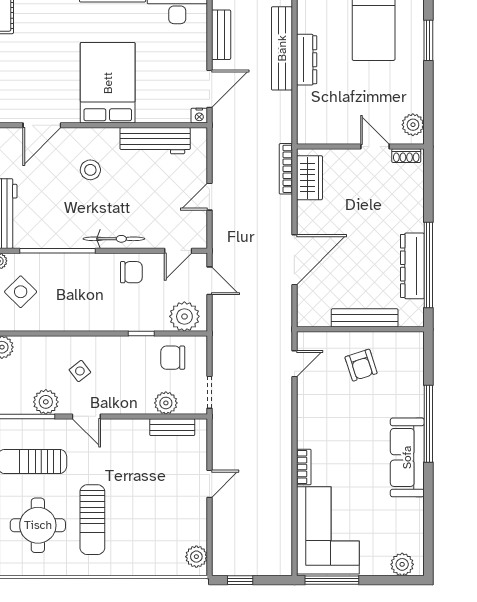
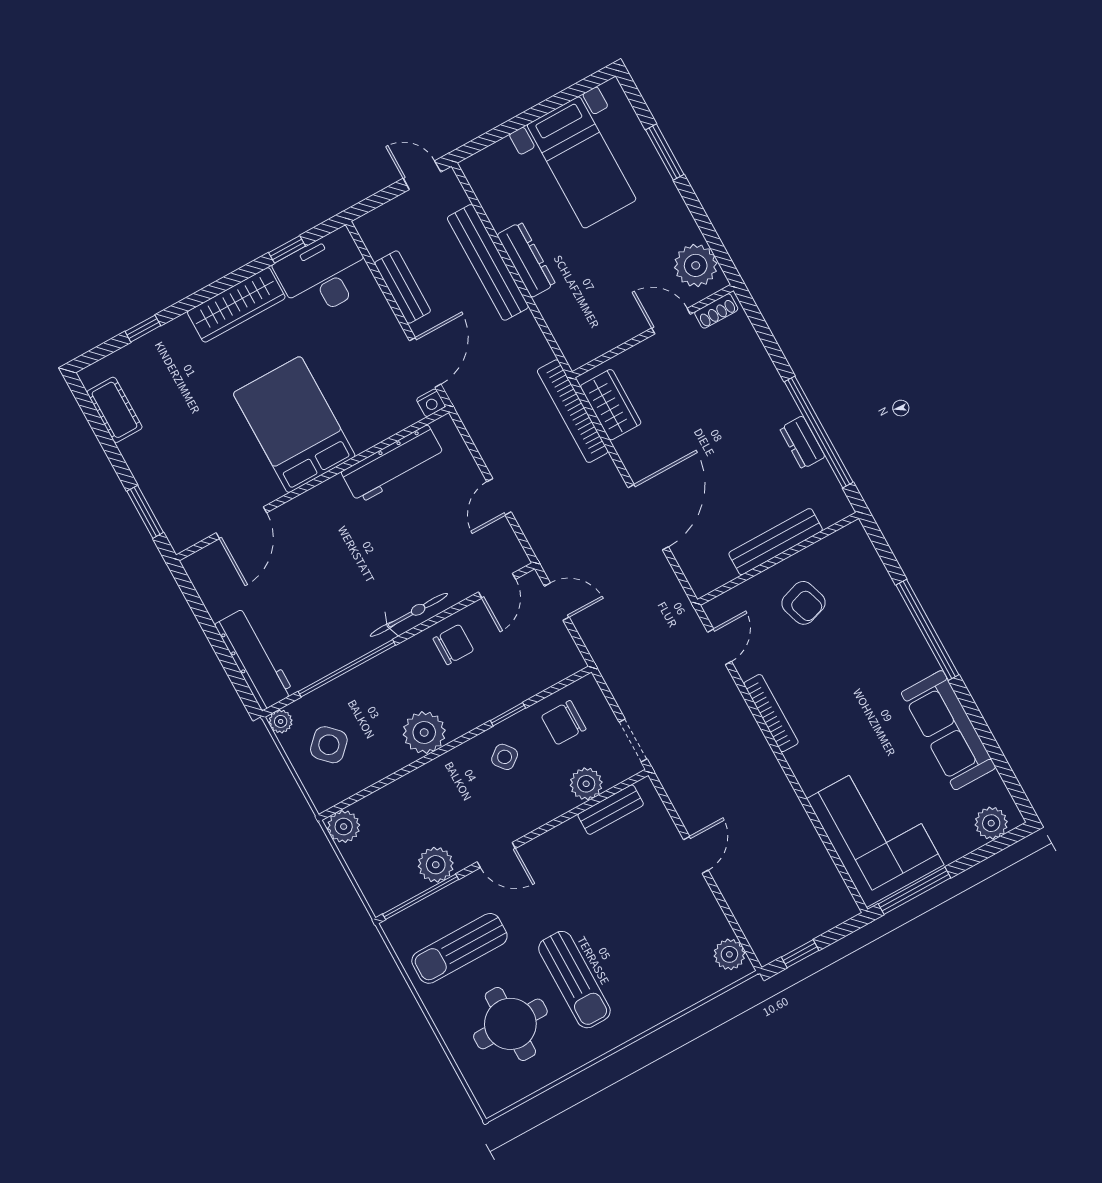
plant: (413, 125) -> (696, 265), width x1.36, depth x1.36
bookcase: (286, 169) -> (573, 411), width x1.48, depth x1.31
stool: (90, 170) -> (332, 545), removed
dresser: (412, 266) -> (802, 443), width x0.51, depth x0.80
plant: (184, 316) -> (424, 732), moved
side table: (80, 371) -> (505, 757), moved
sofa: (407, 457) -> (948, 730), moved
bookcase: (304, 467) -> (771, 713), moved, width x1.56

